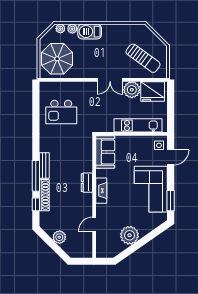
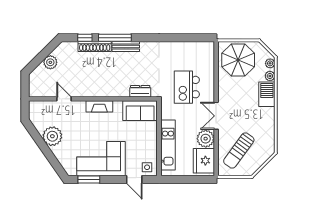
kitchen island: (61, 112) -> (187, 87), moved
dresser: (87, 183) -> (140, 91), moved

